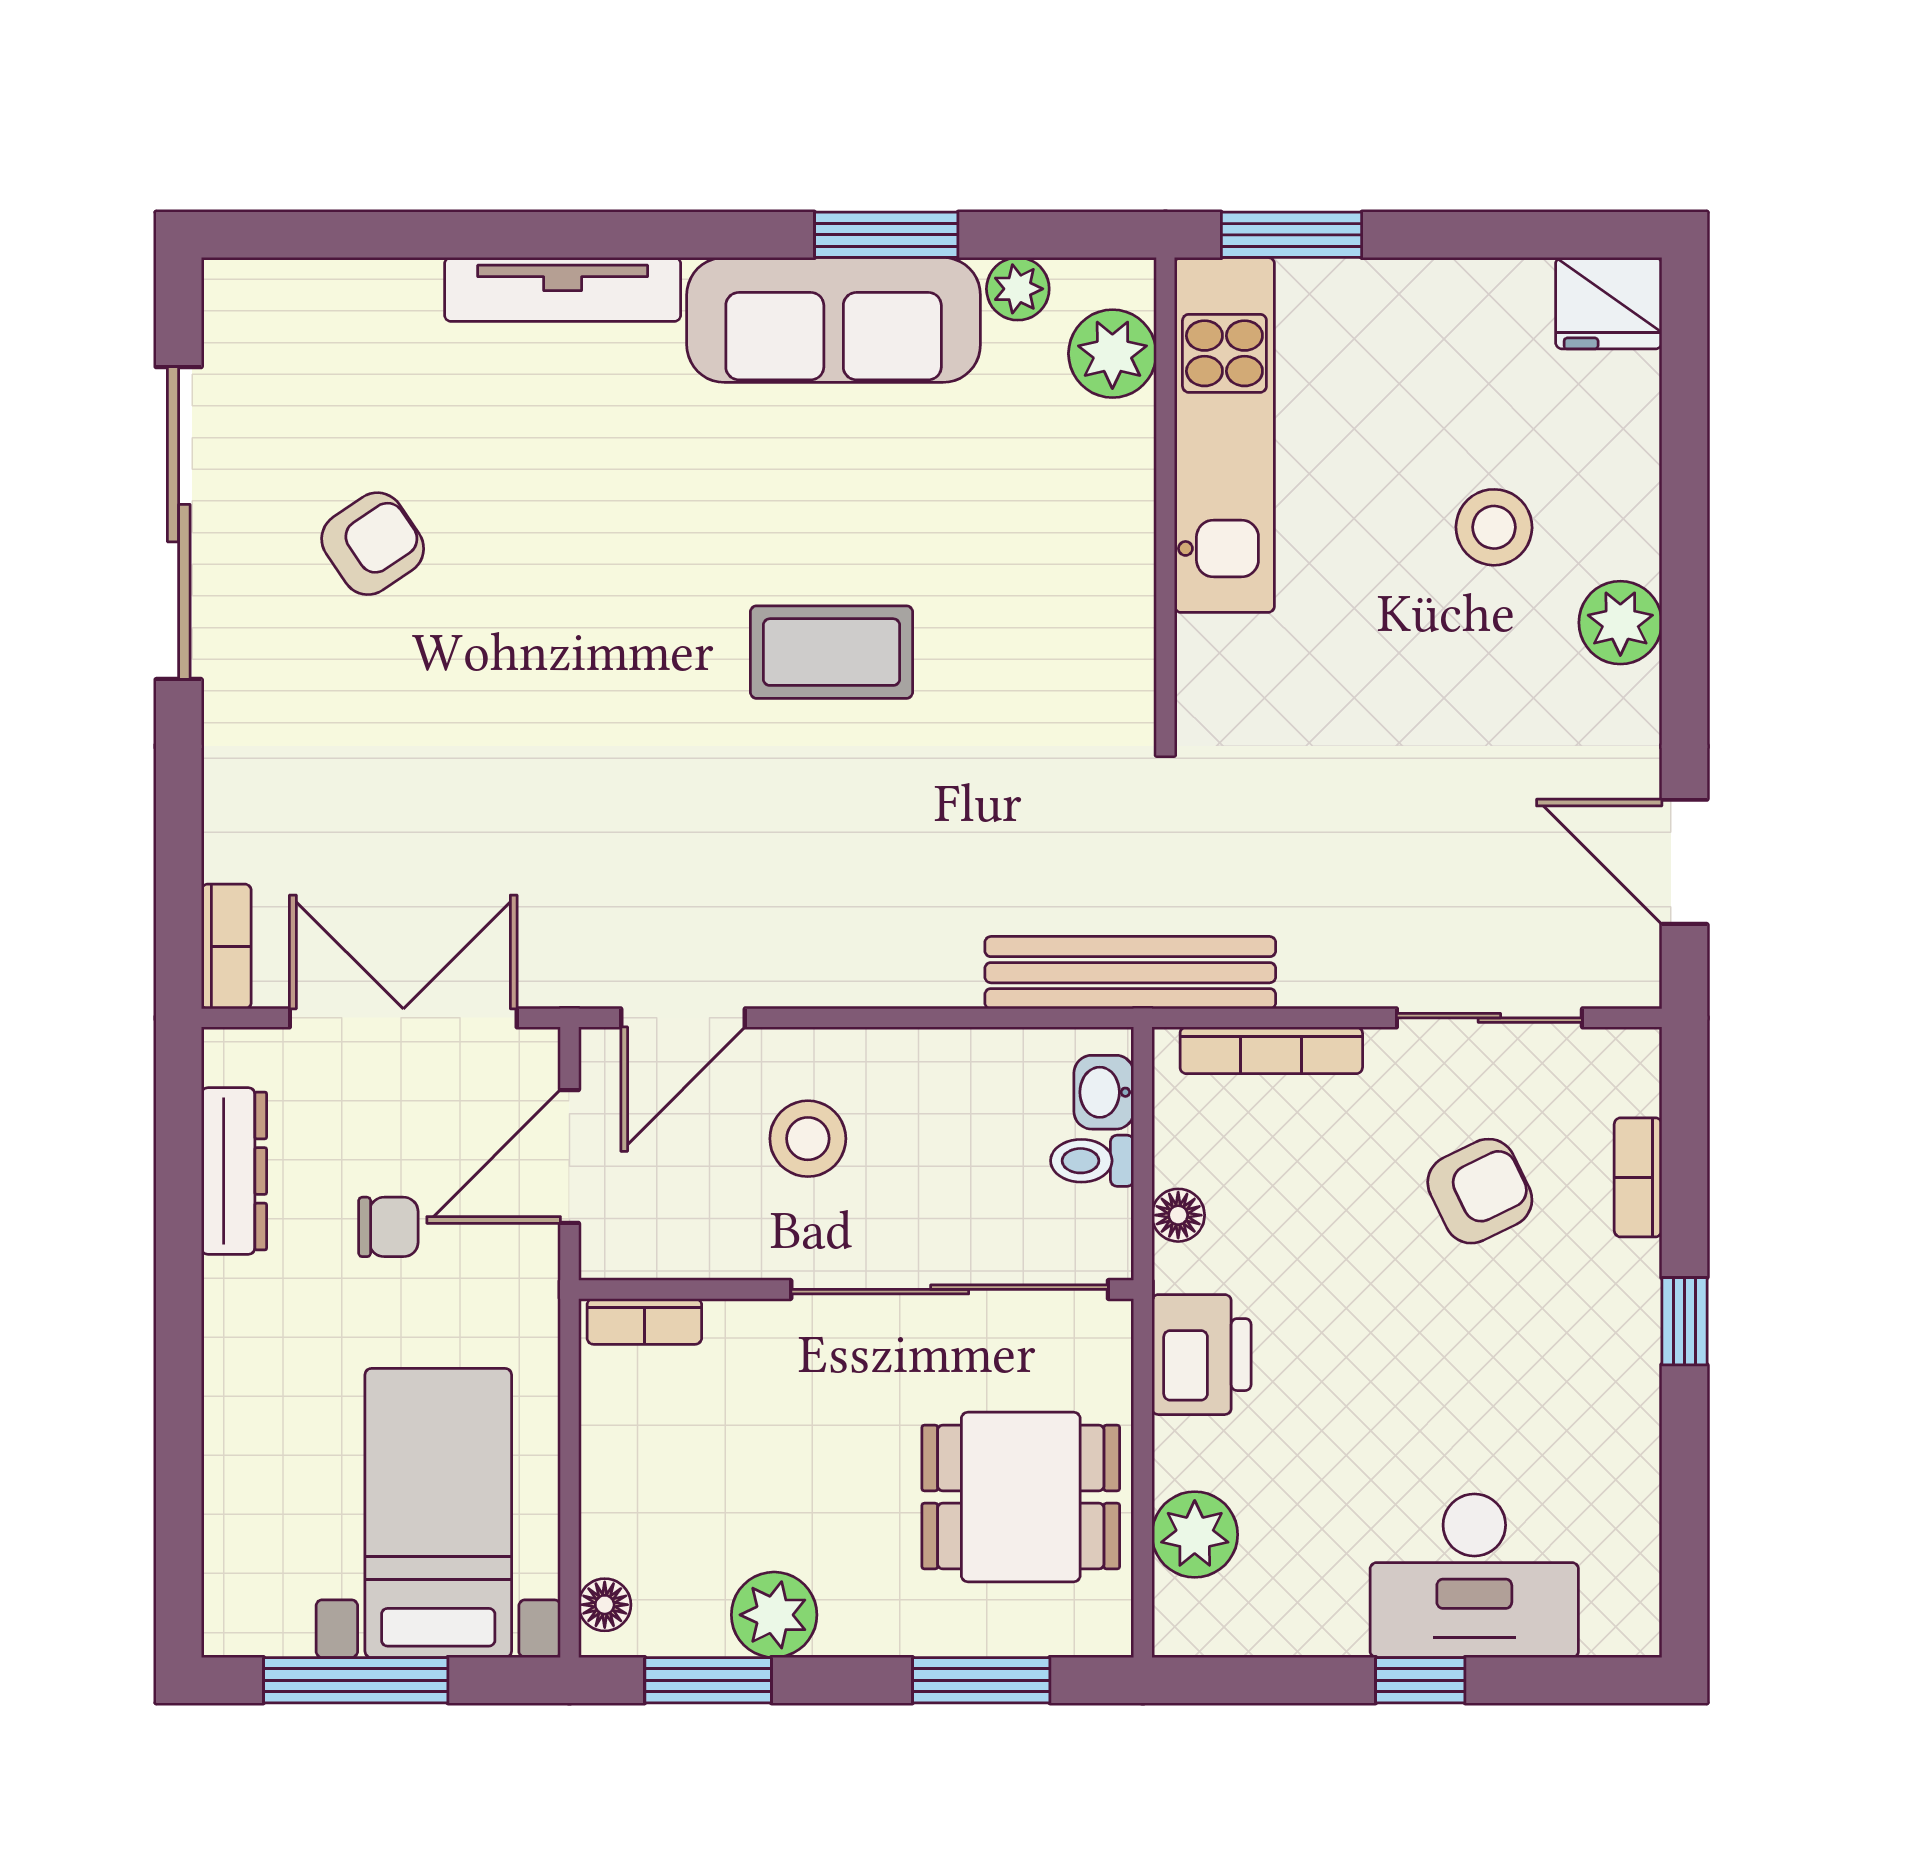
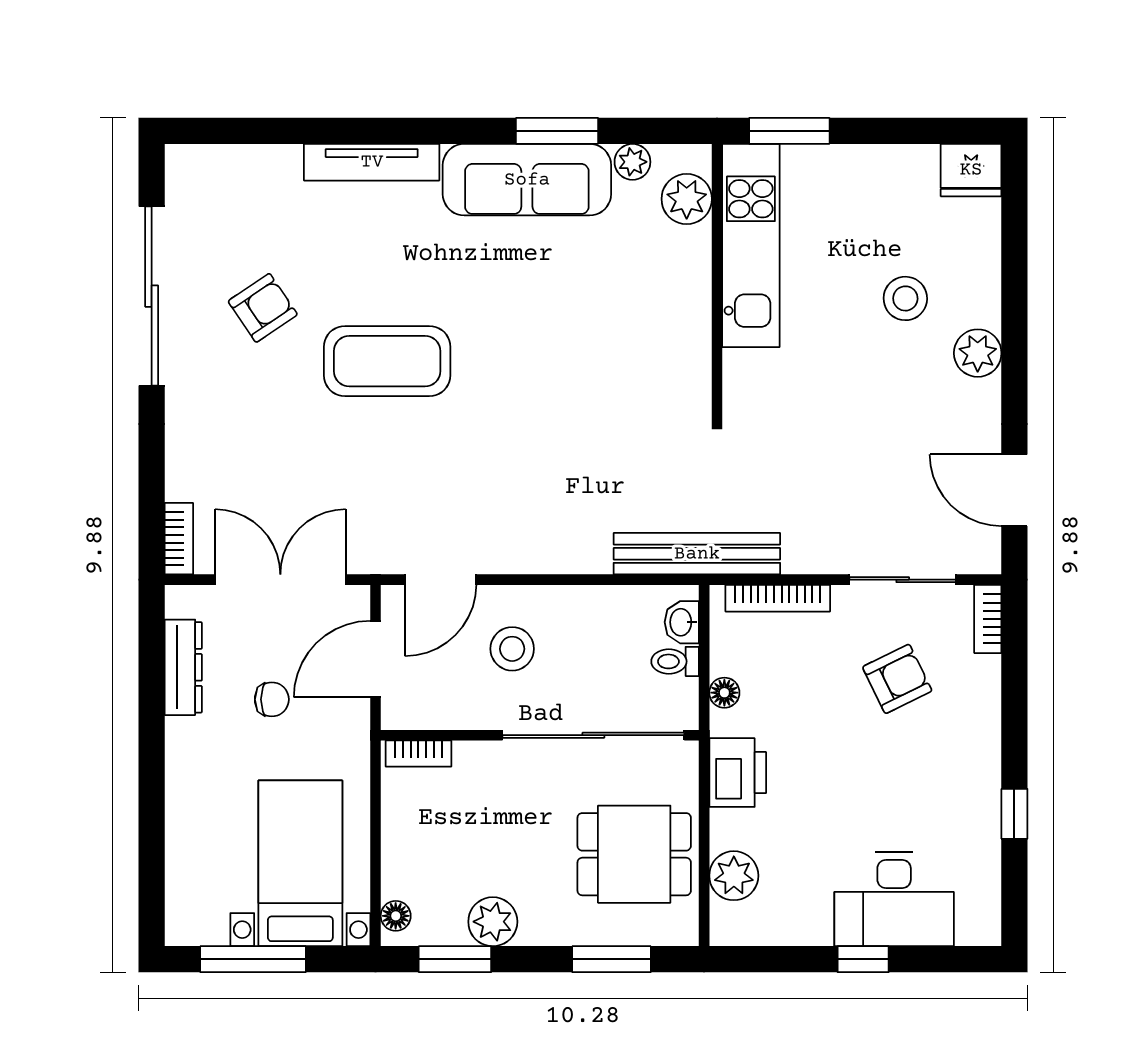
coffee table: (832, 652) -> (387, 361), moved, width x1.36, depth x1.32
bookcase: (1638, 1177) -> (988, 619), moved
window: (1684, 1321) -> (1014, 814), moved

